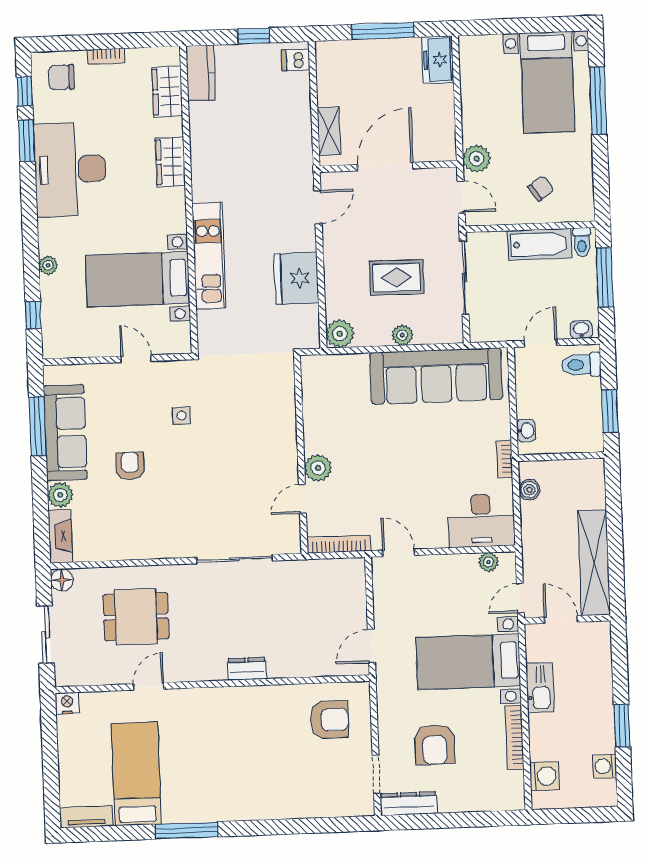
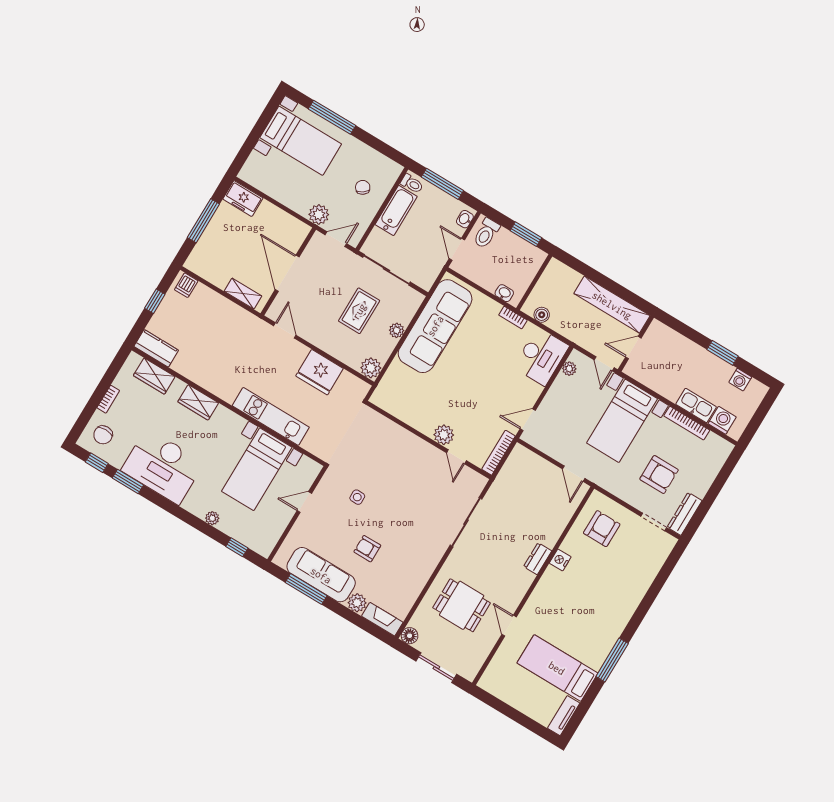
dining table: (136, 617) -> (462, 605), turned 90
kitchen sink: (540, 688) -> (696, 406), moved
nightstand: (67, 703) -> (560, 560), moved

